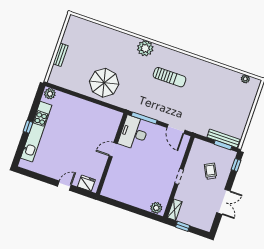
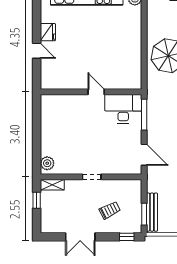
door: (176, 129) -> (144, 155), swing flipped
fridge: (86, 183) -> (48, 32), moved

